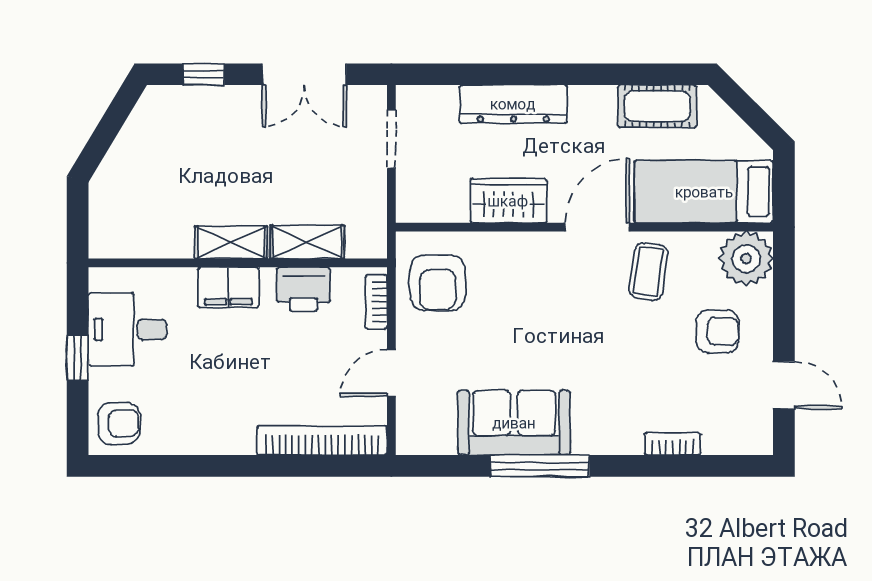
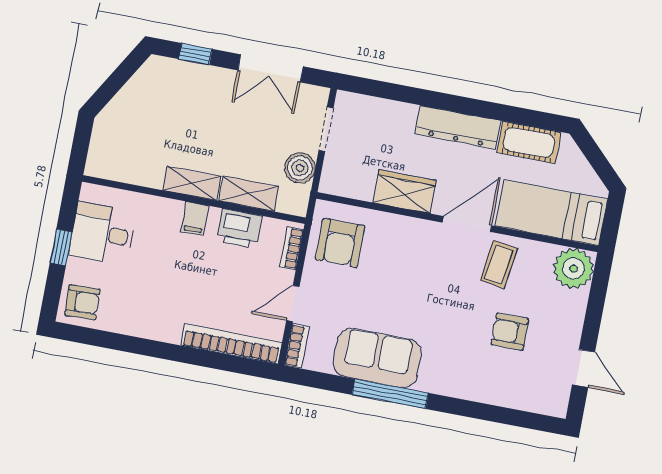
dresser: (513, 104) -> (458, 127), moved
boiler: (367, 196) -> (300, 168), added
filing cabinet: (228, 288) -> (195, 219), width x0.50
armchair: (718, 331) -> (510, 332), moved, turned 180
bookcase: (673, 444) -> (297, 346), moved, turned 90

